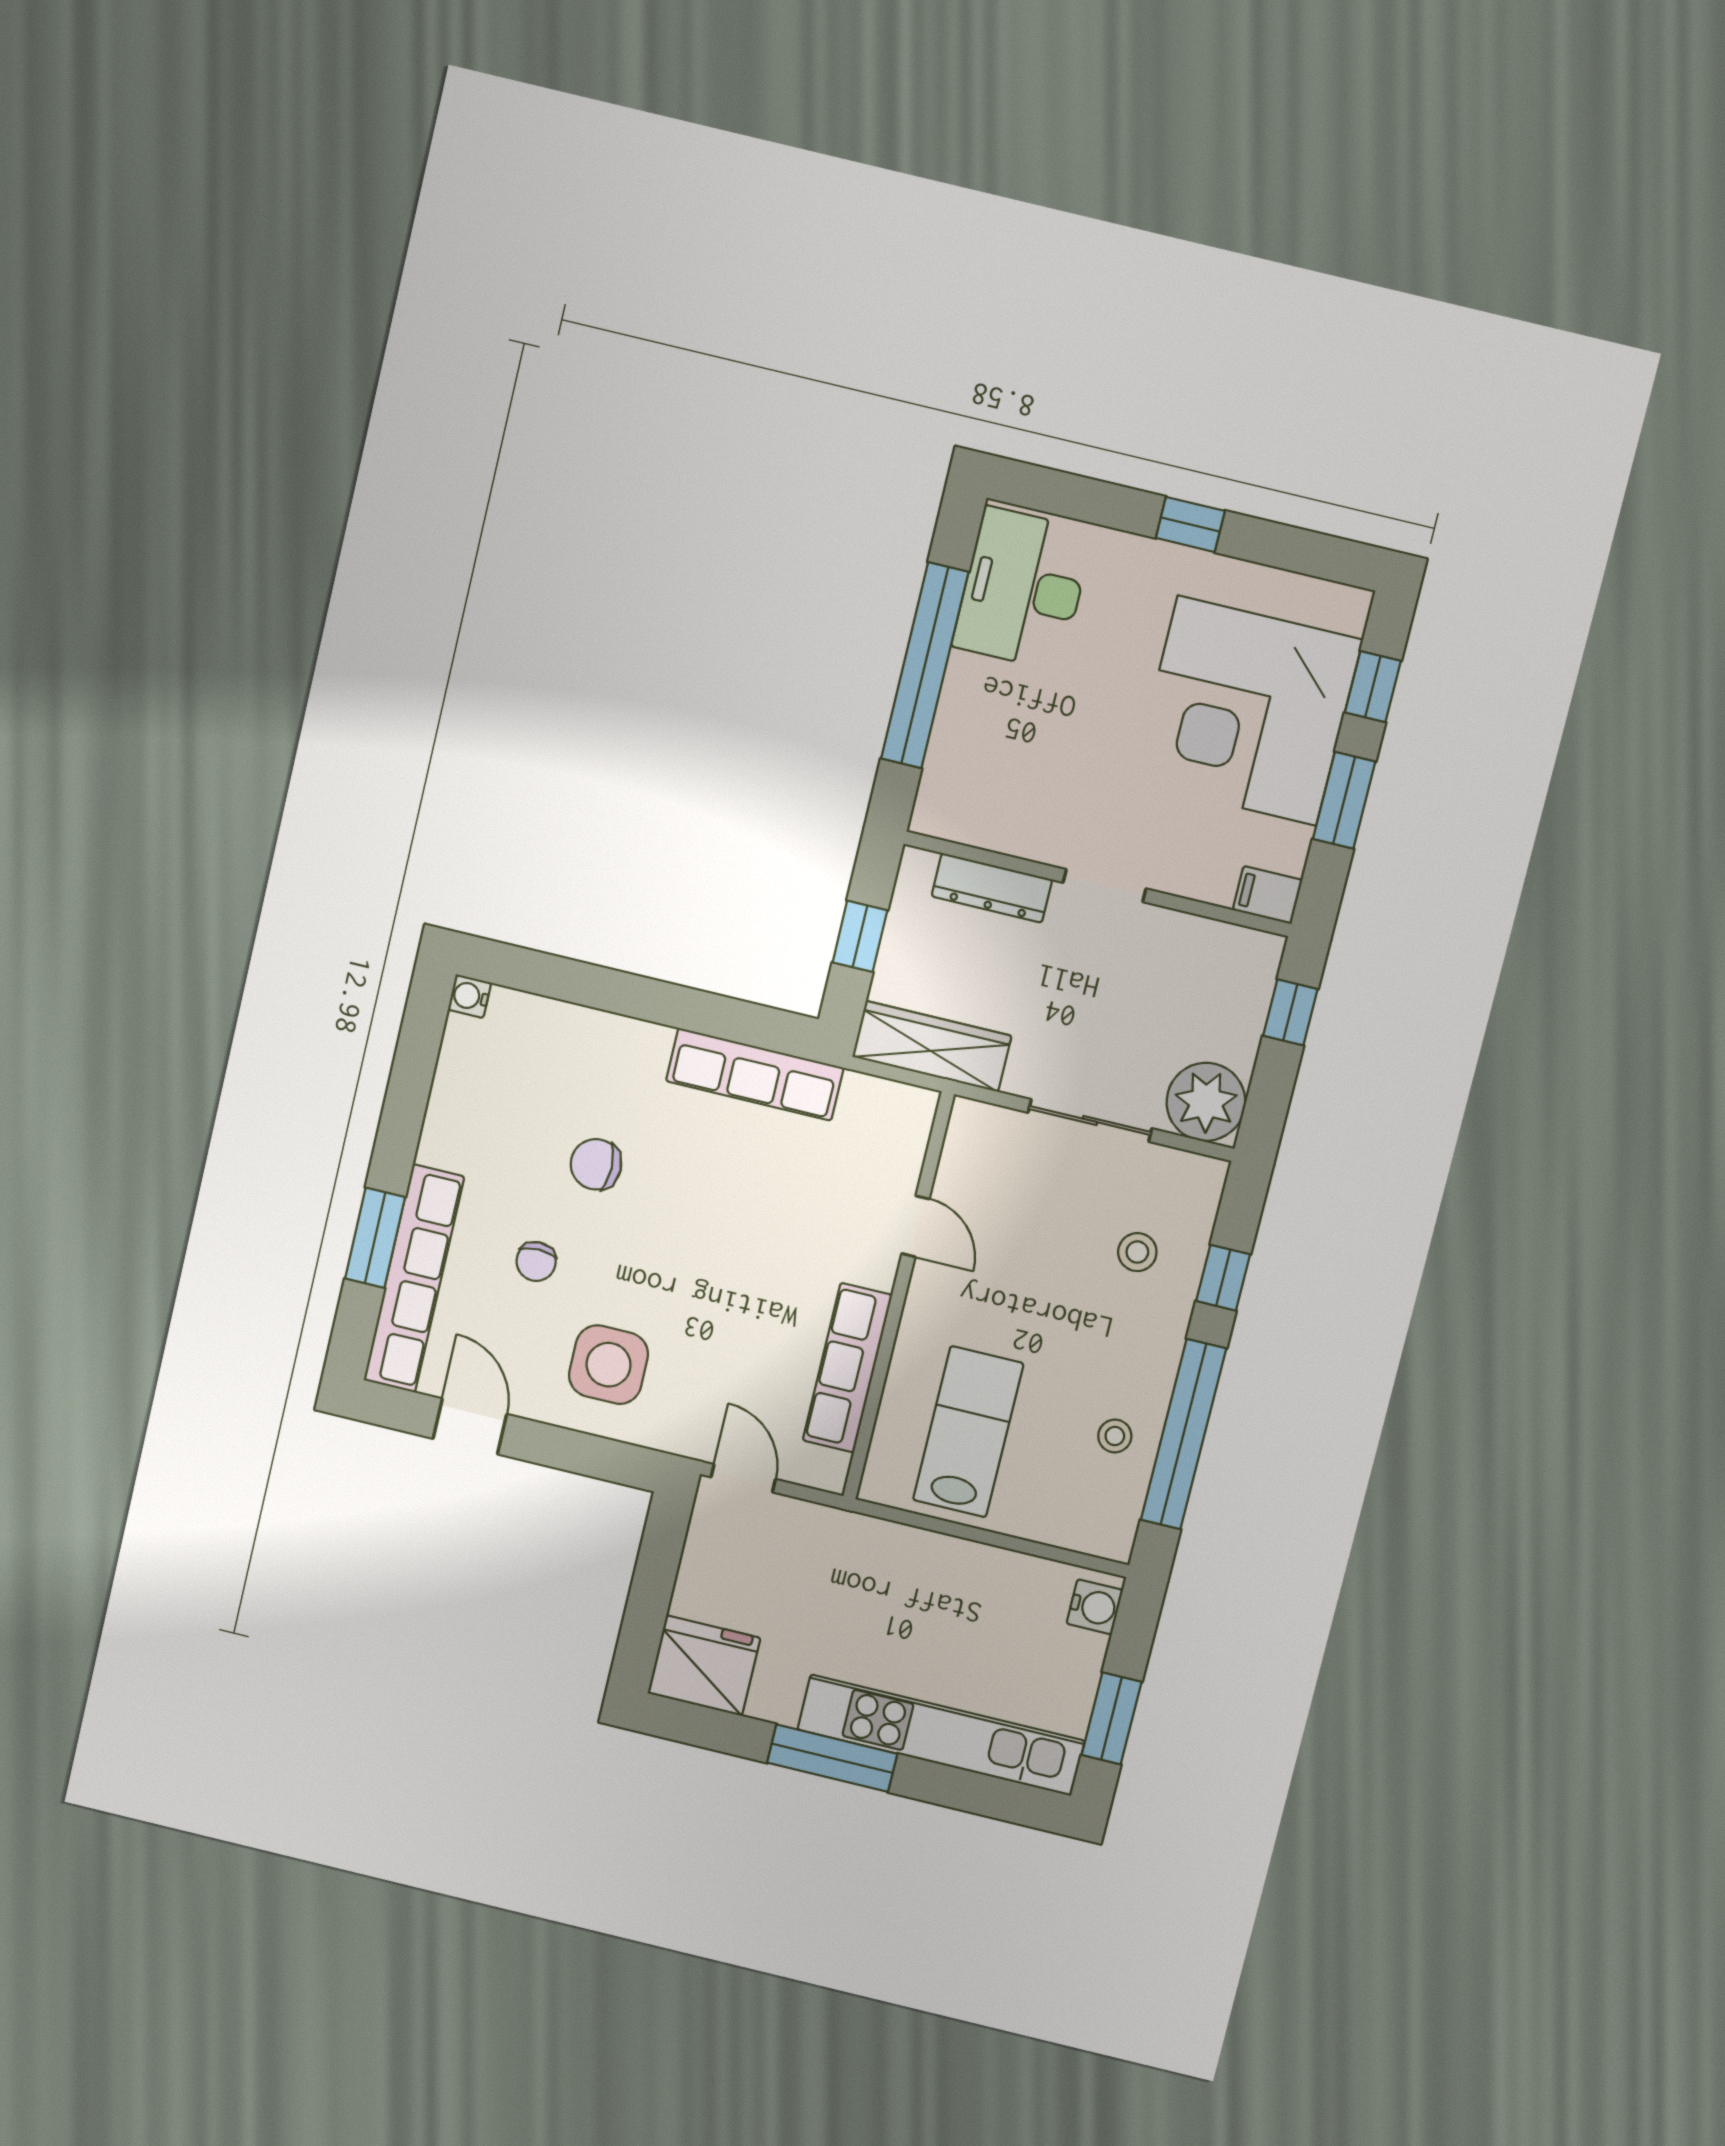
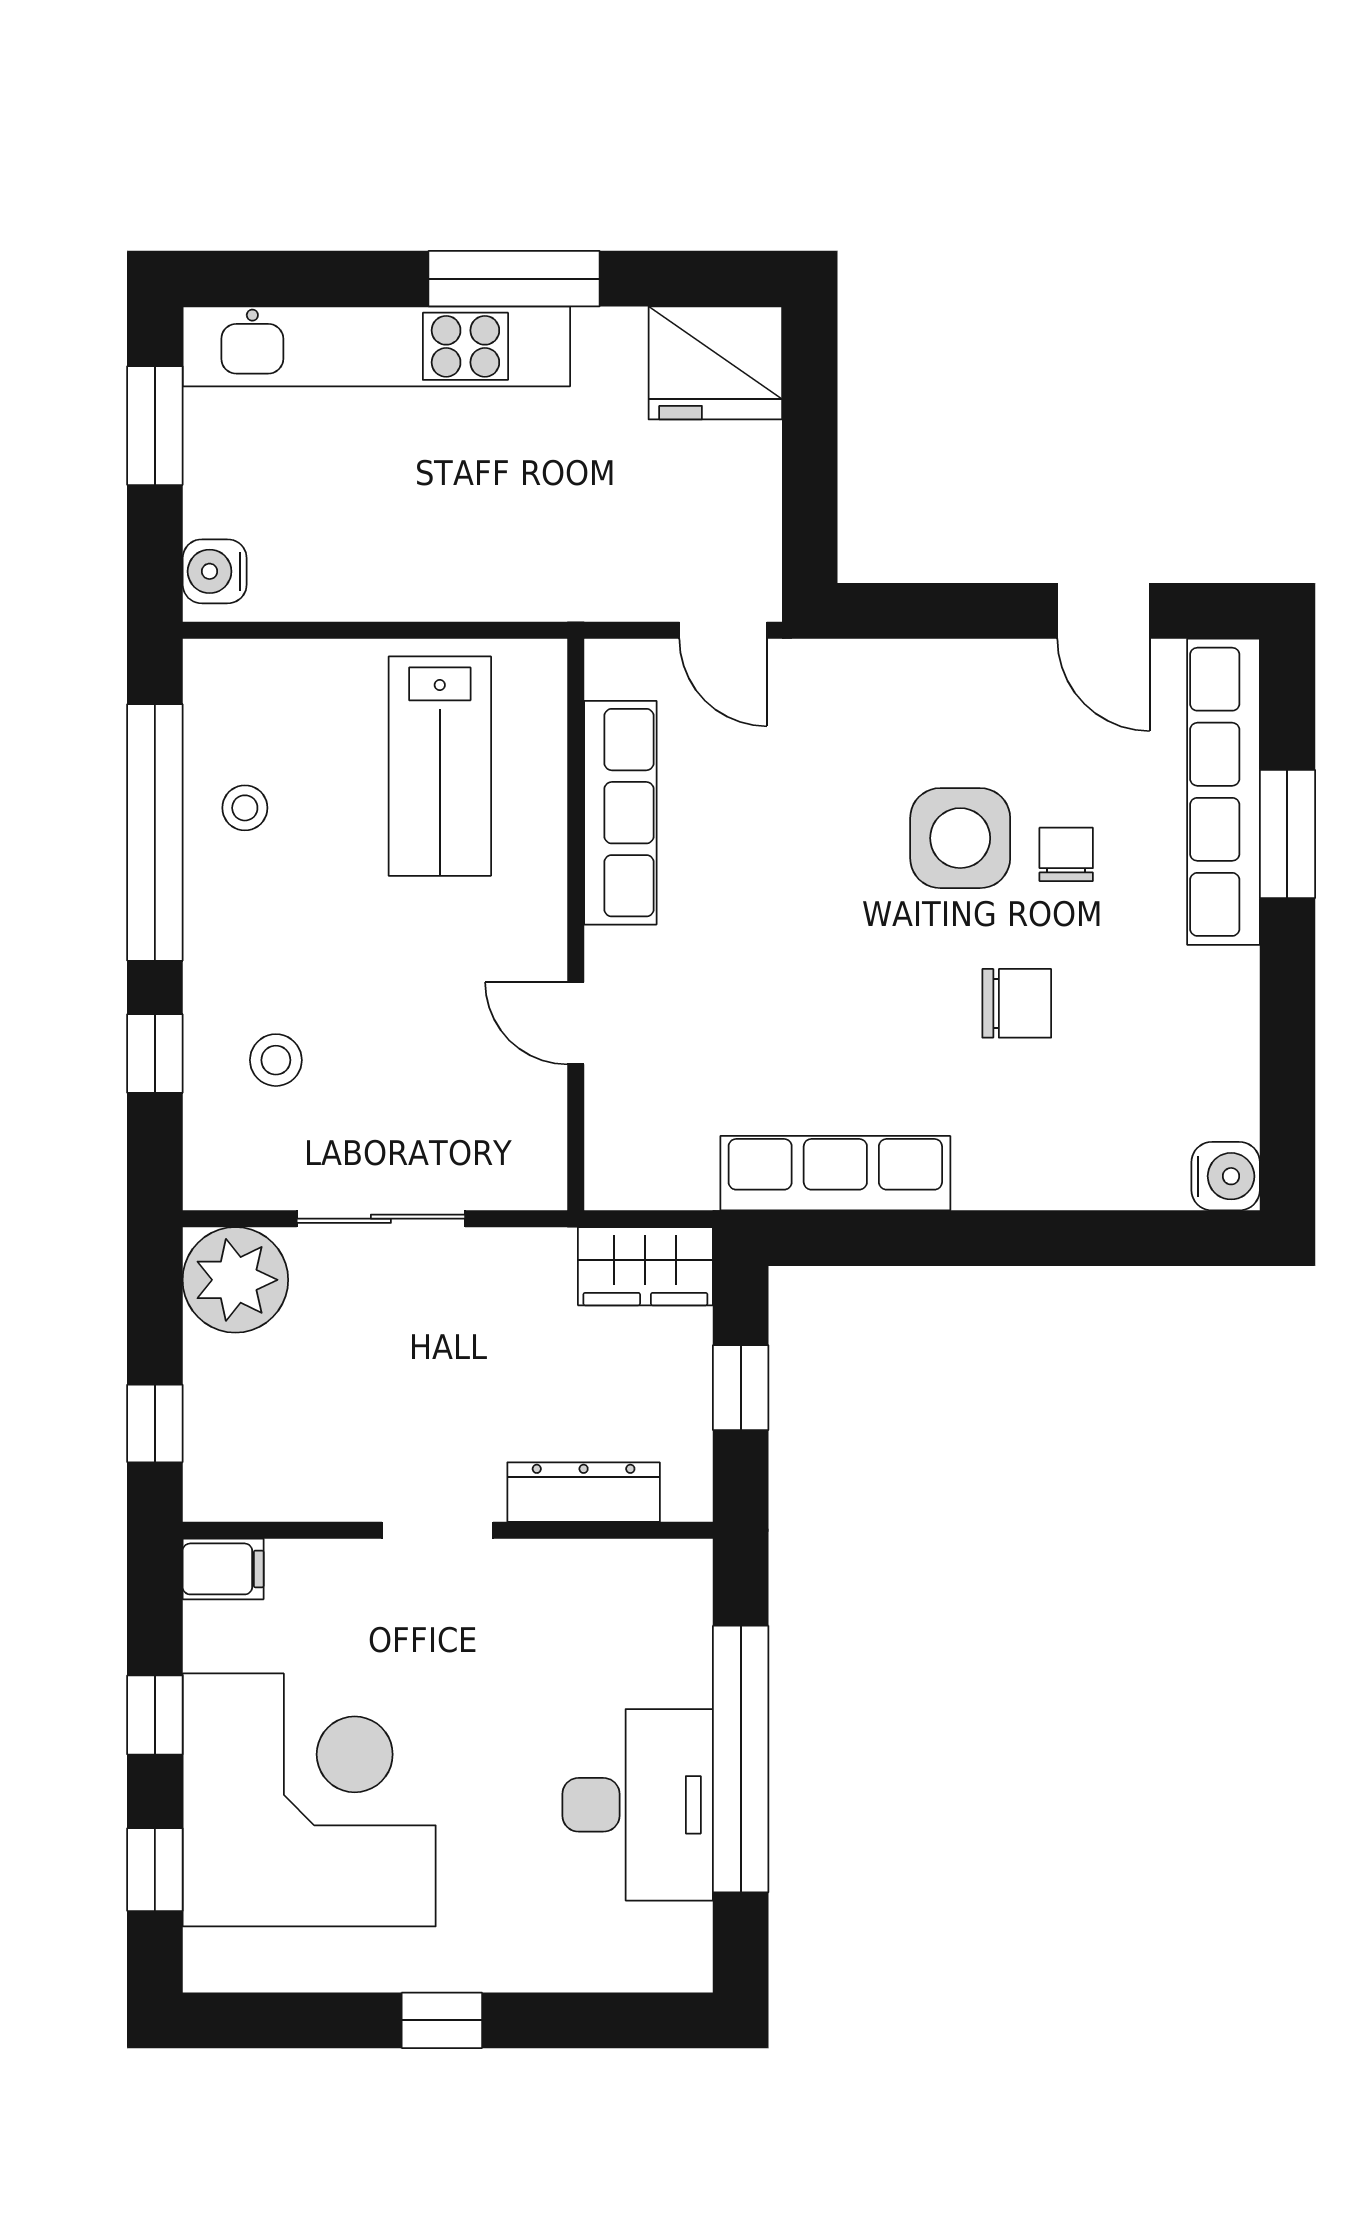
desk: (1023, 589) -> (638, 1805), moved
window: (1344, 800) -> (155, 1715), width x0.67
water cooler: (470, 996) -> (1226, 1176), width x1.38, depth x1.38
wardrobe: (932, 1046) -> (645, 1266), width x0.67
side table: (609, 1365) -> (960, 838), moved

